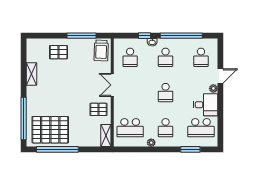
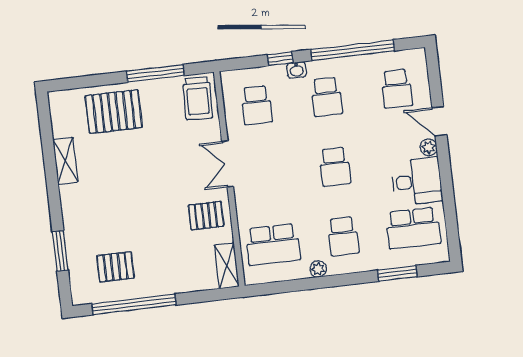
pallet: (59, 52) -> (114, 112), width x1.50, depth x1.42
door: (220, 76) -> (439, 121), swing flipped
window: (24, 119) -> (60, 251), width x0.47
pallet: (50, 130) -> (115, 267), width x0.49, depth x0.50

